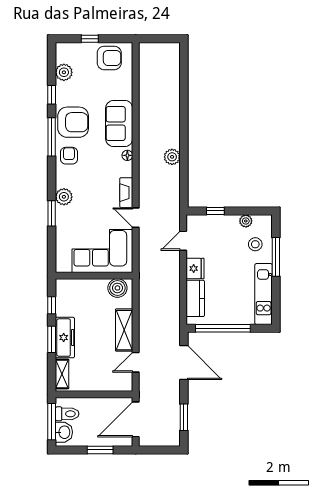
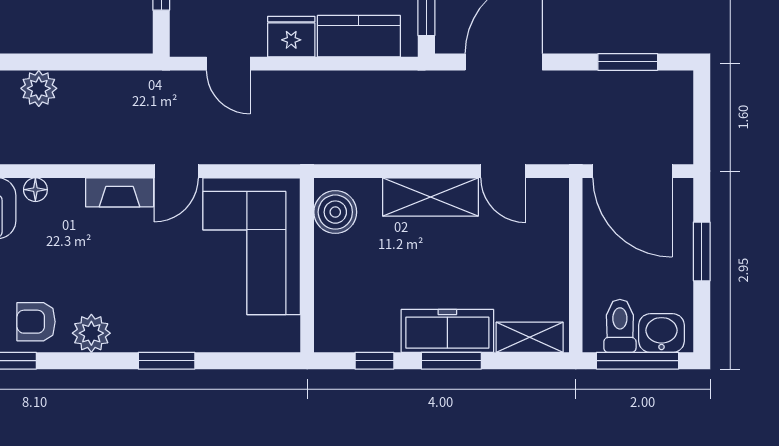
plant: (64, 197) -> (91, 333), moved

